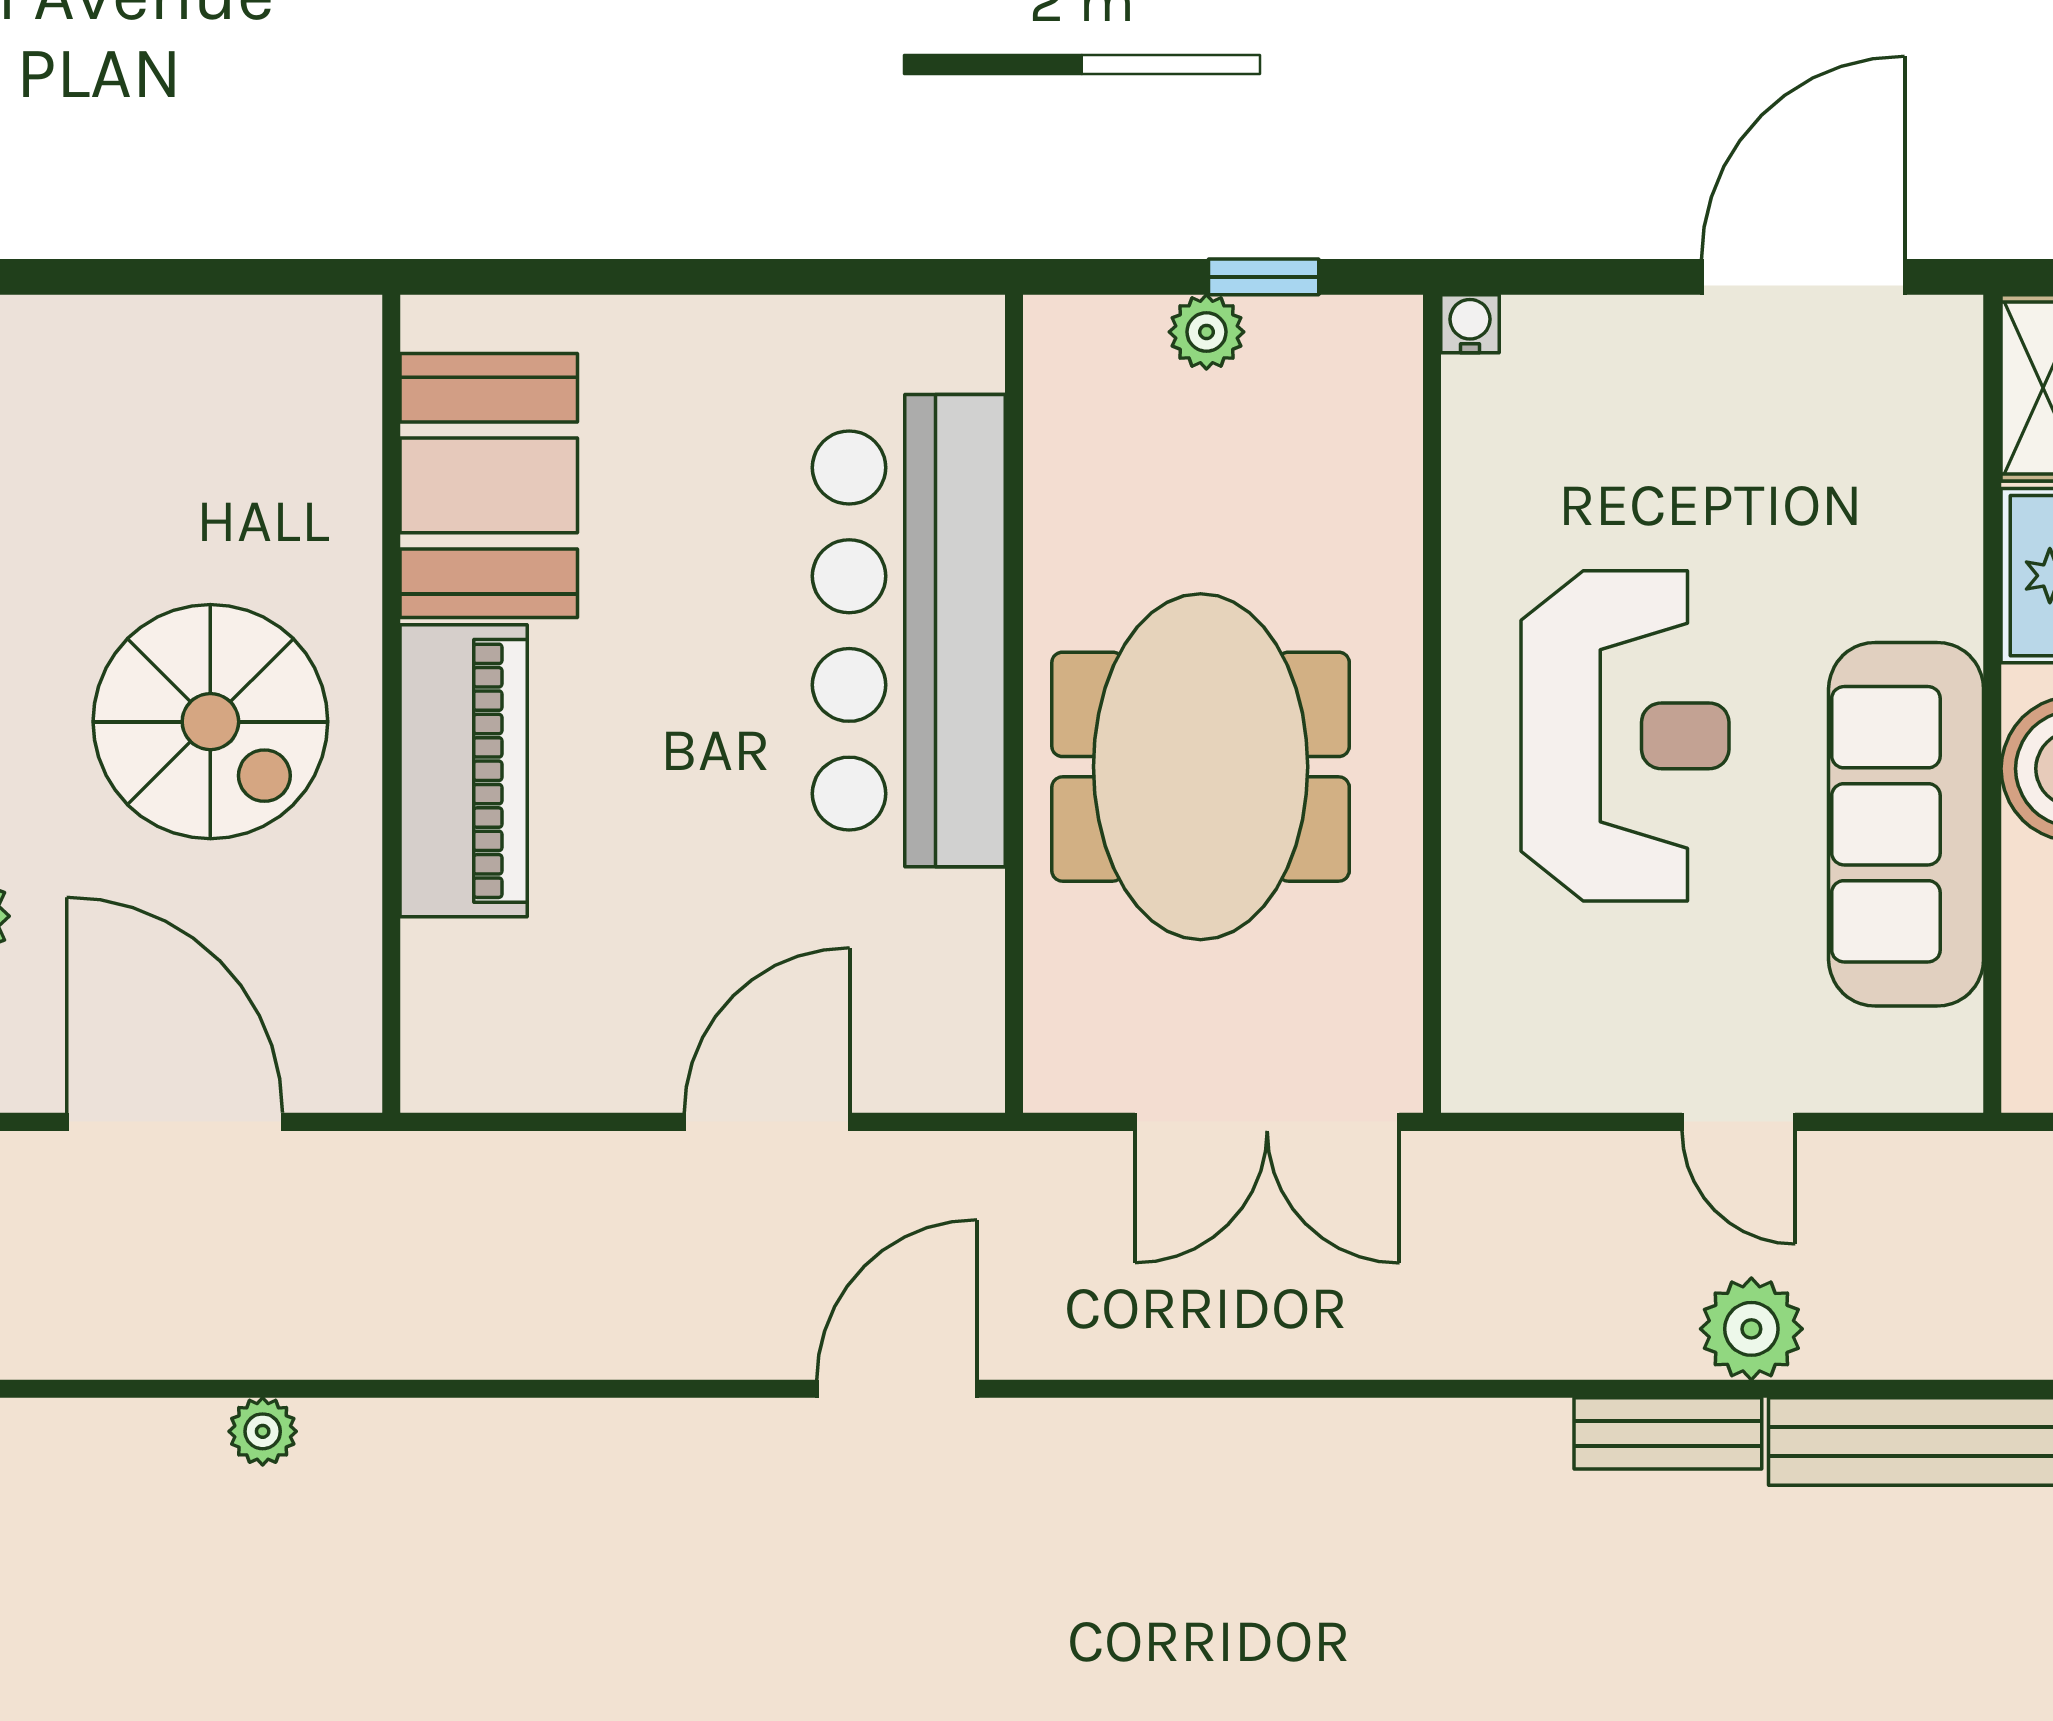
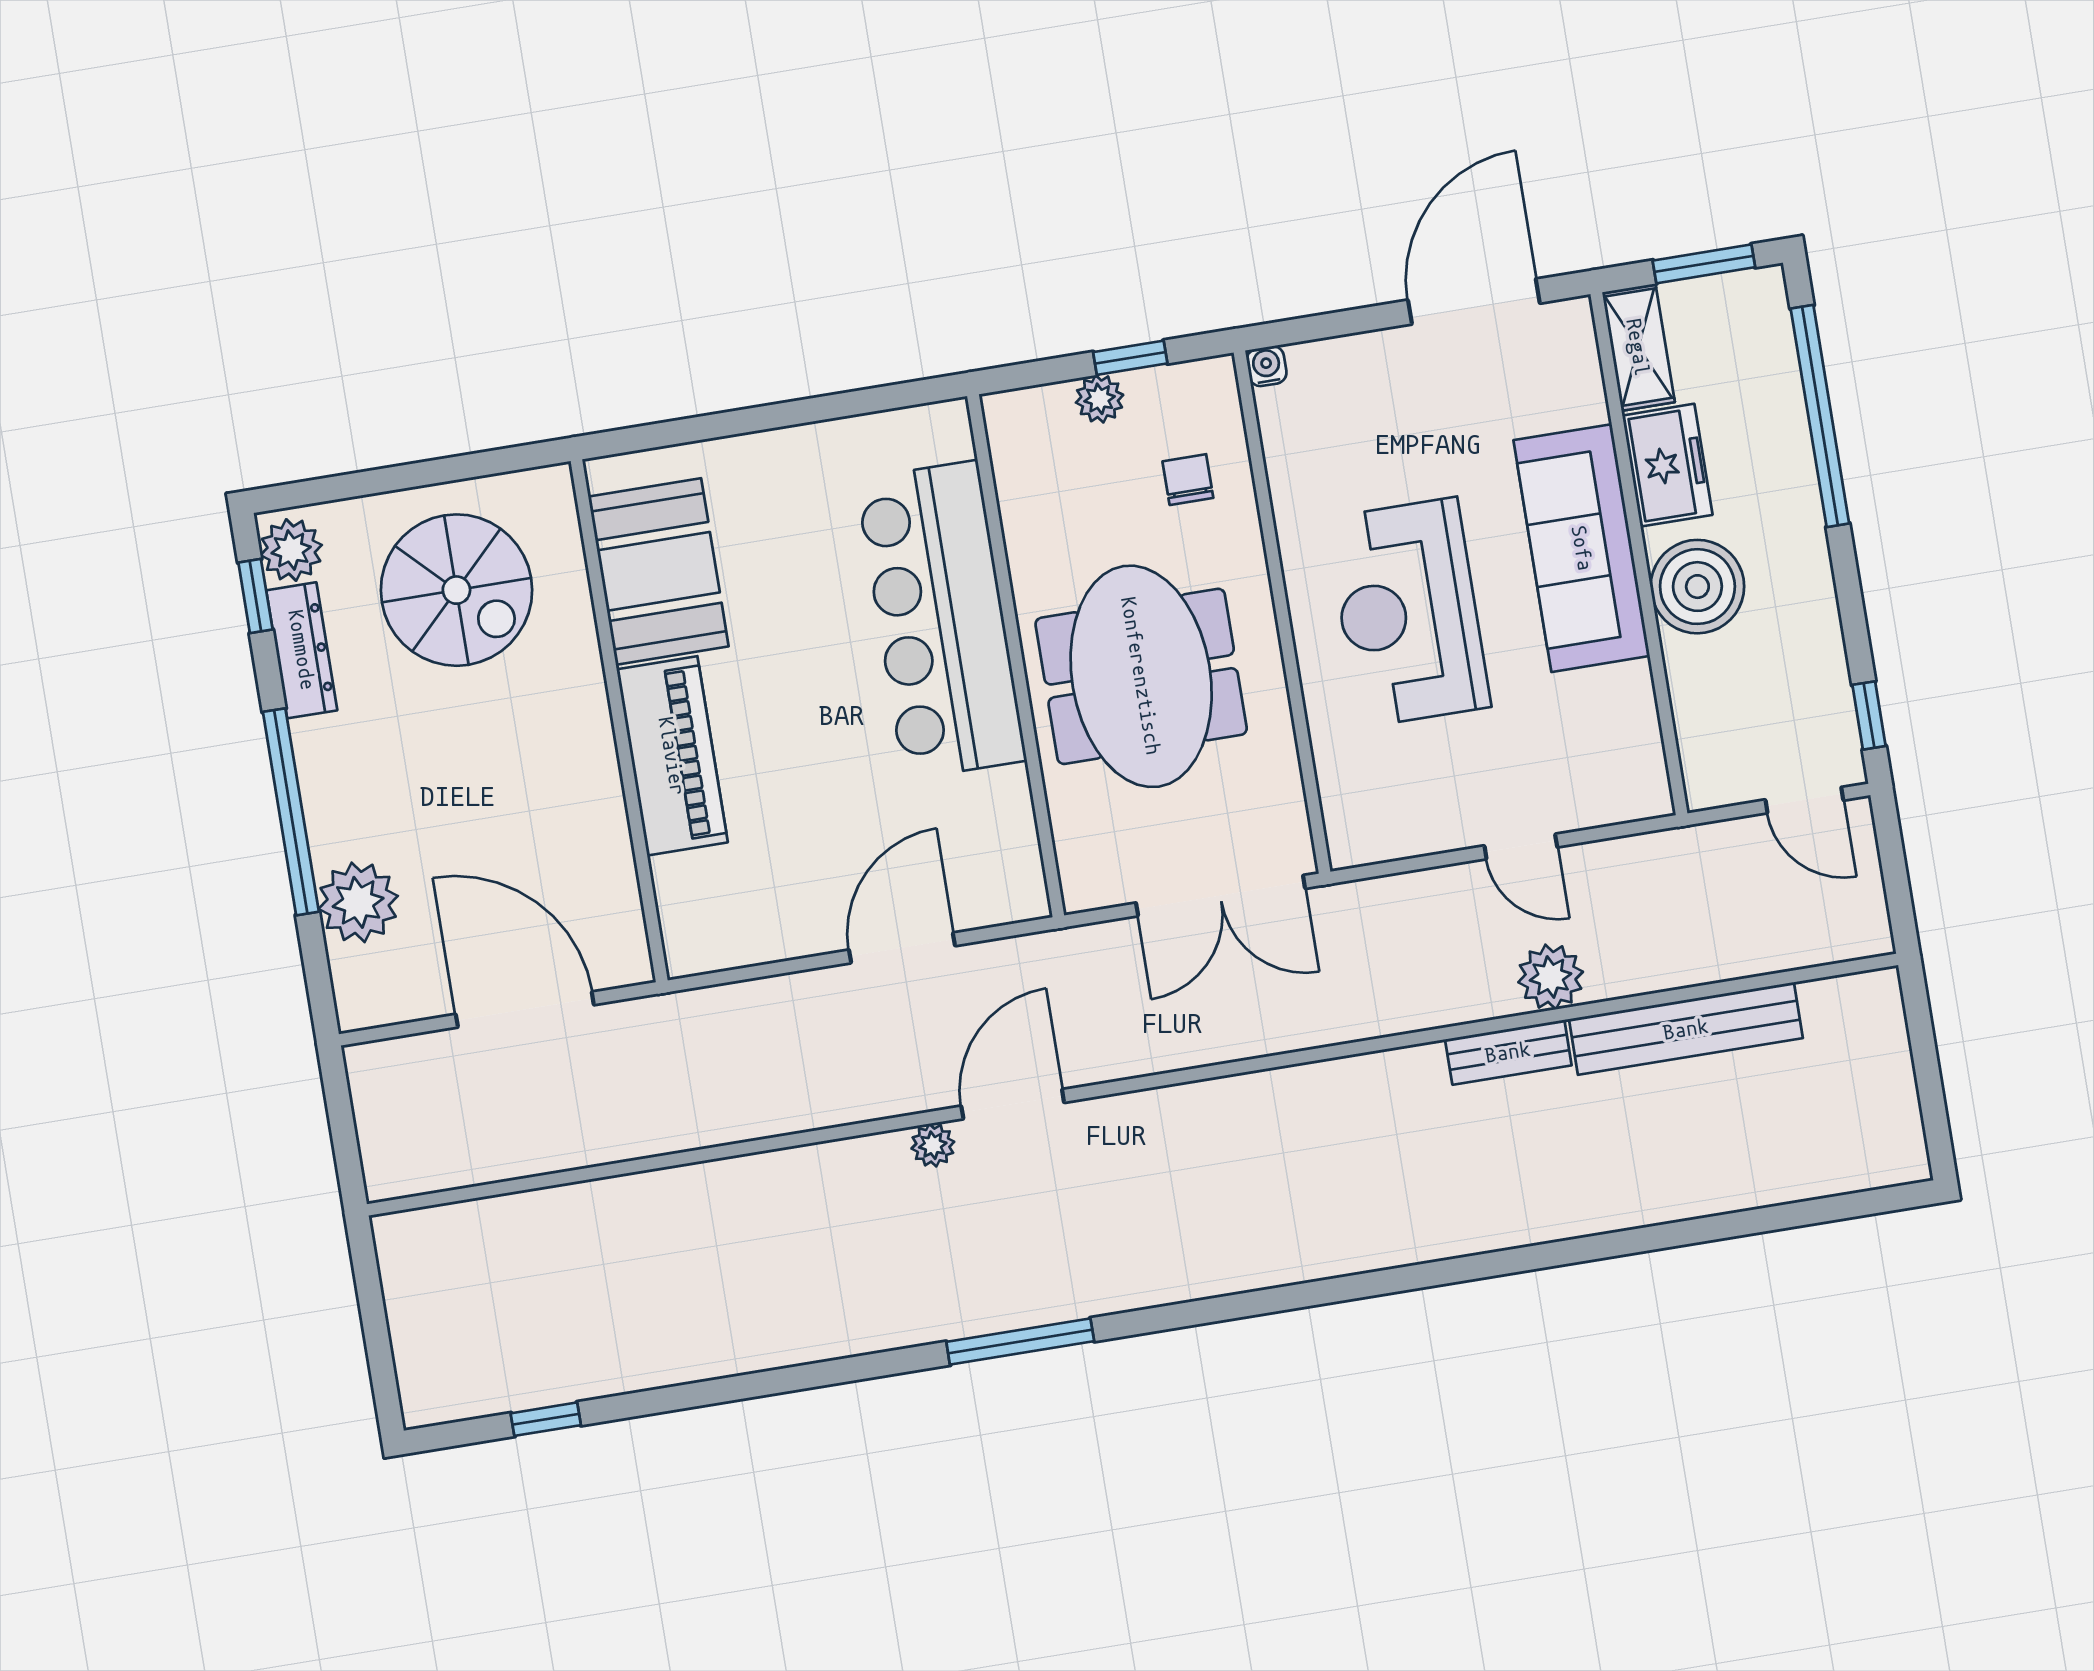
chair: (1321, 478) -> (1188, 480), added
spiral stairs: (210, 722) -> (456, 590), moved
reception desk: (1625, 736) -> (1408, 612), turned 180
sofa: (1906, 824) -> (1582, 548), moved
plant: (263, 1431) -> (933, 1145), moved

